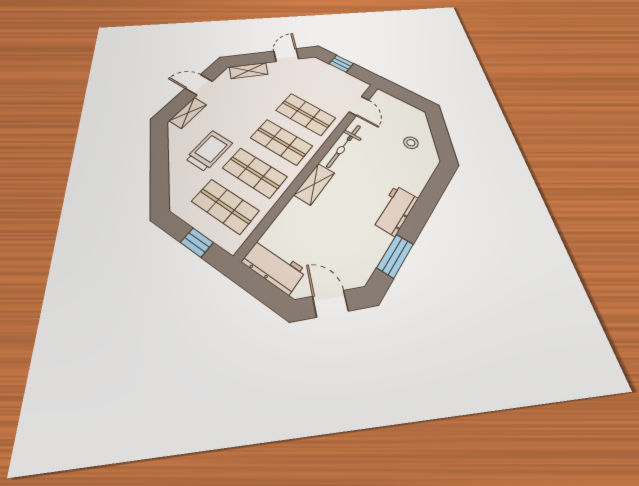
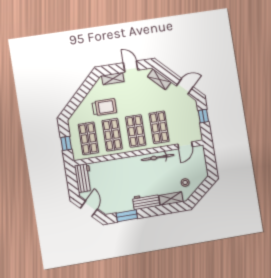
shelving: (314, 184) -> (171, 199), moved

